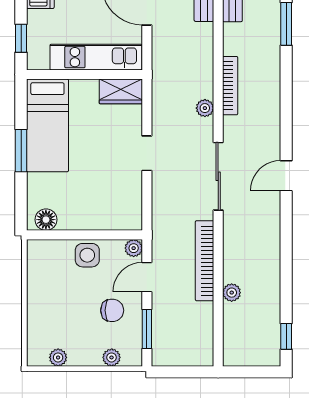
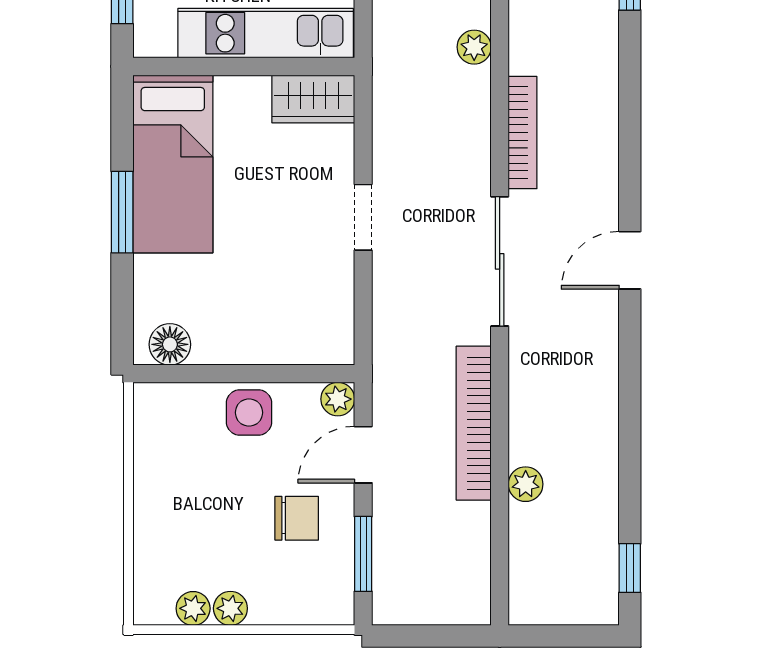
bookcase: (230, 86) -> (523, 133), moved
plant: (205, 108) -> (474, 47), moved
plant: (112, 357) -> (230, 608), moved

